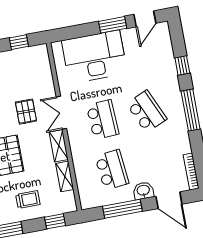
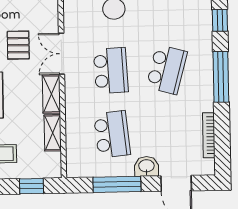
school desk: (147, 111) -> (167, 70), turned 39
bookcase: (191, 172) -> (209, 135), moved

